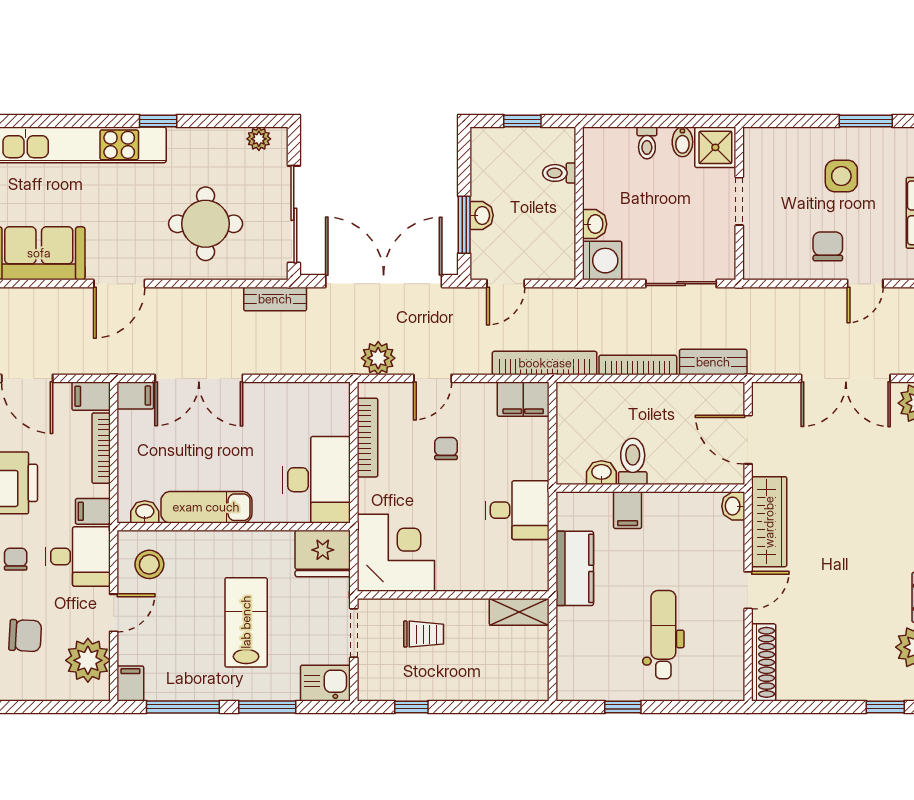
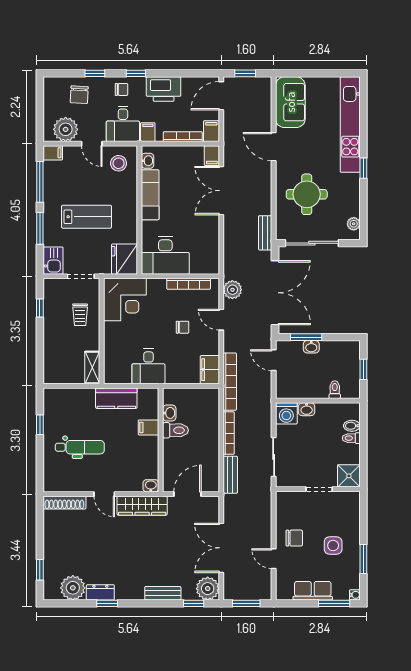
bidet: (682, 142) -> (352, 426), moved

